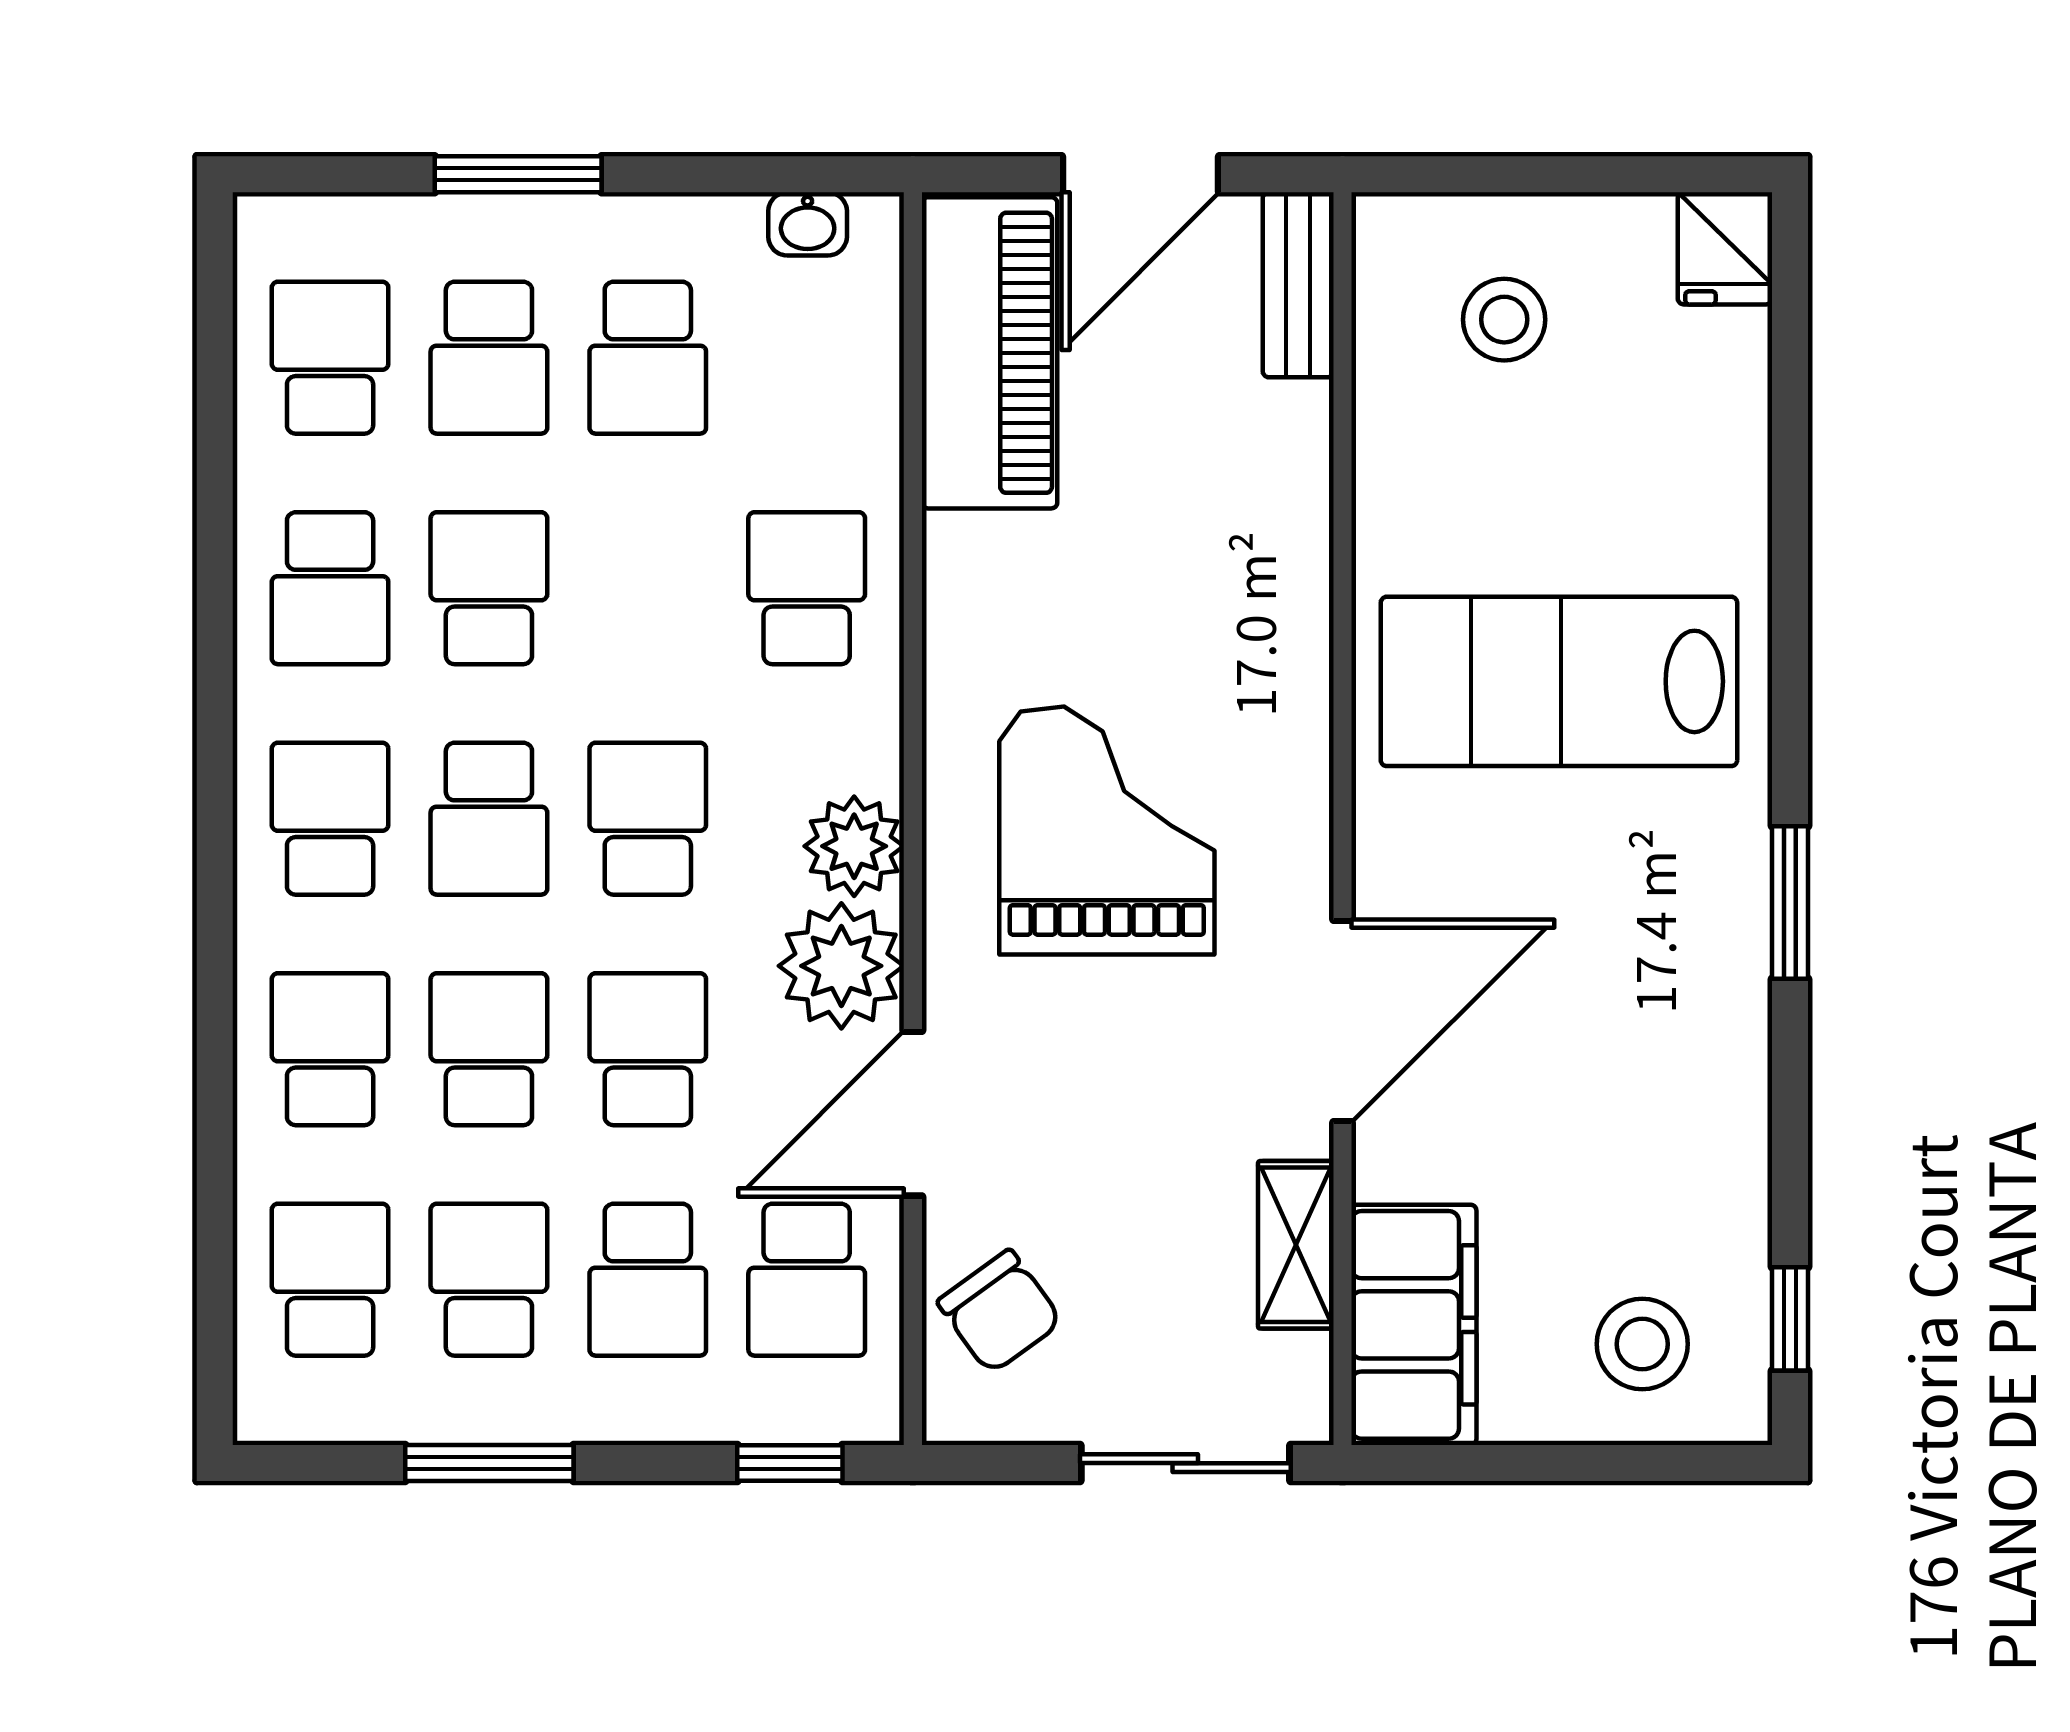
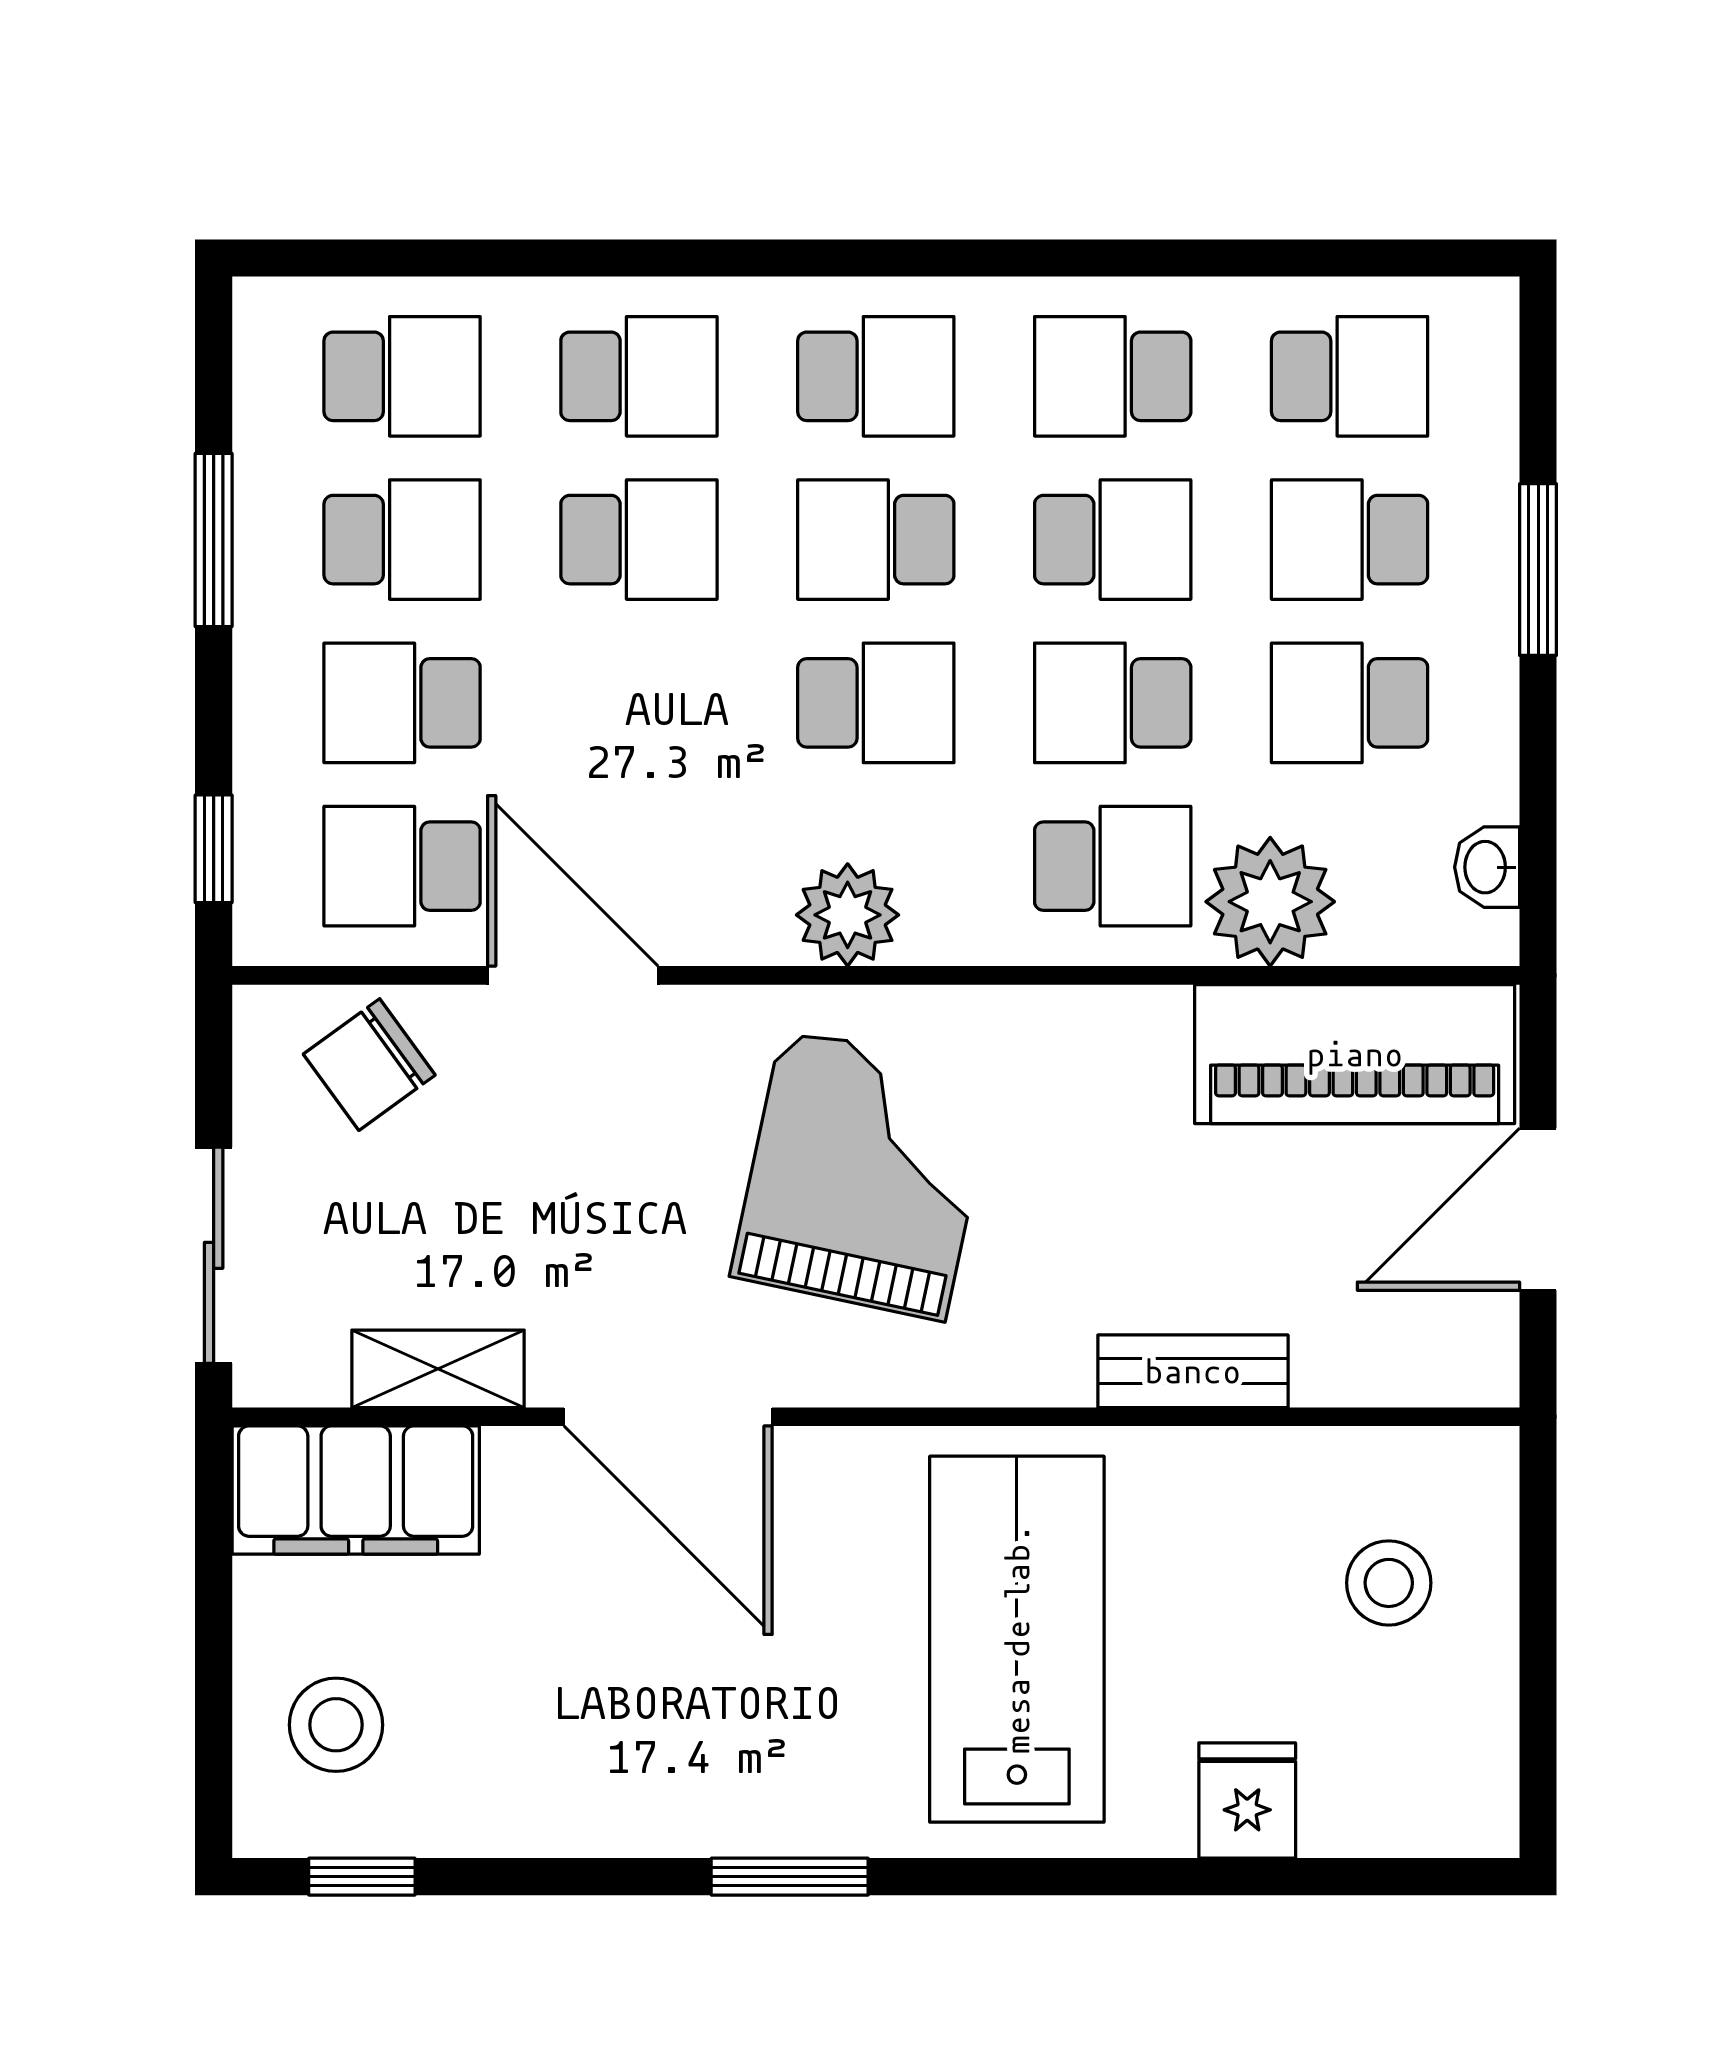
door: (1141, 174) -> (1538, 1209), hinge flipped
fridge: (1725, 248) -> (1247, 1801), moved, turned 90
bench: (1298, 285) -> (1193, 1371), moved
grand piano: (1107, 831) -> (864, 1175), turned -78
plant: (841, 966) -> (1270, 902), moved
school desk: (648, 1049) -> (1113, 703), moved, turned 180

